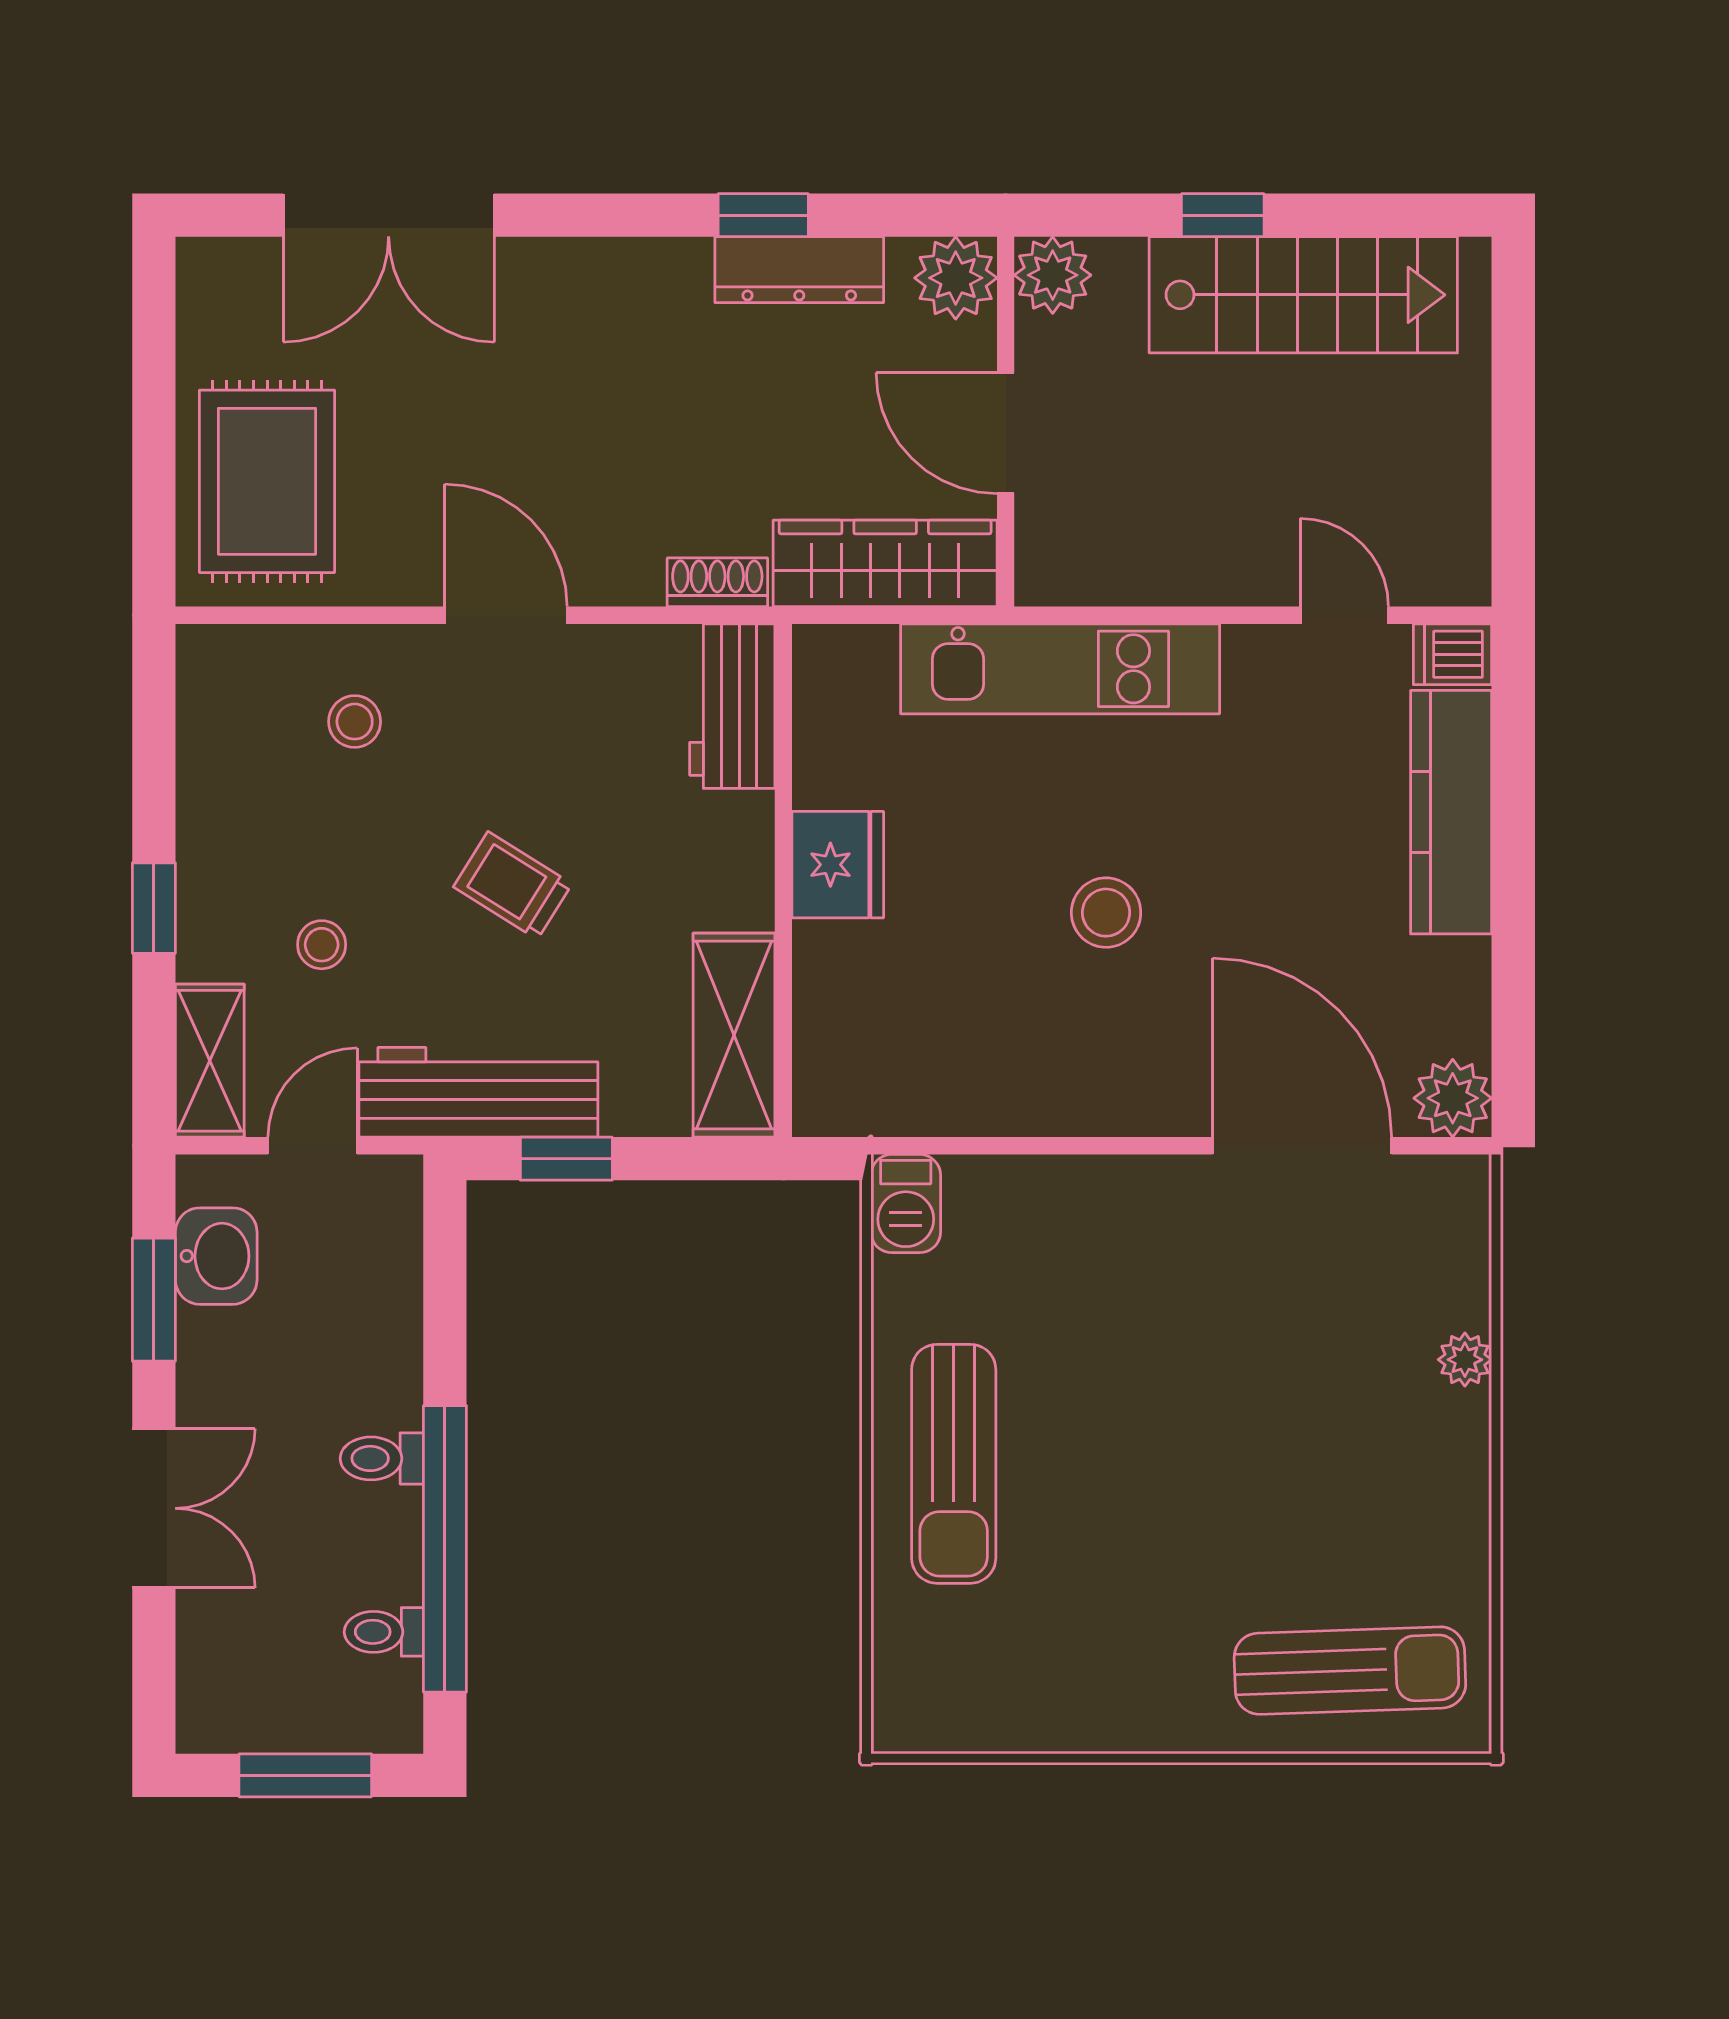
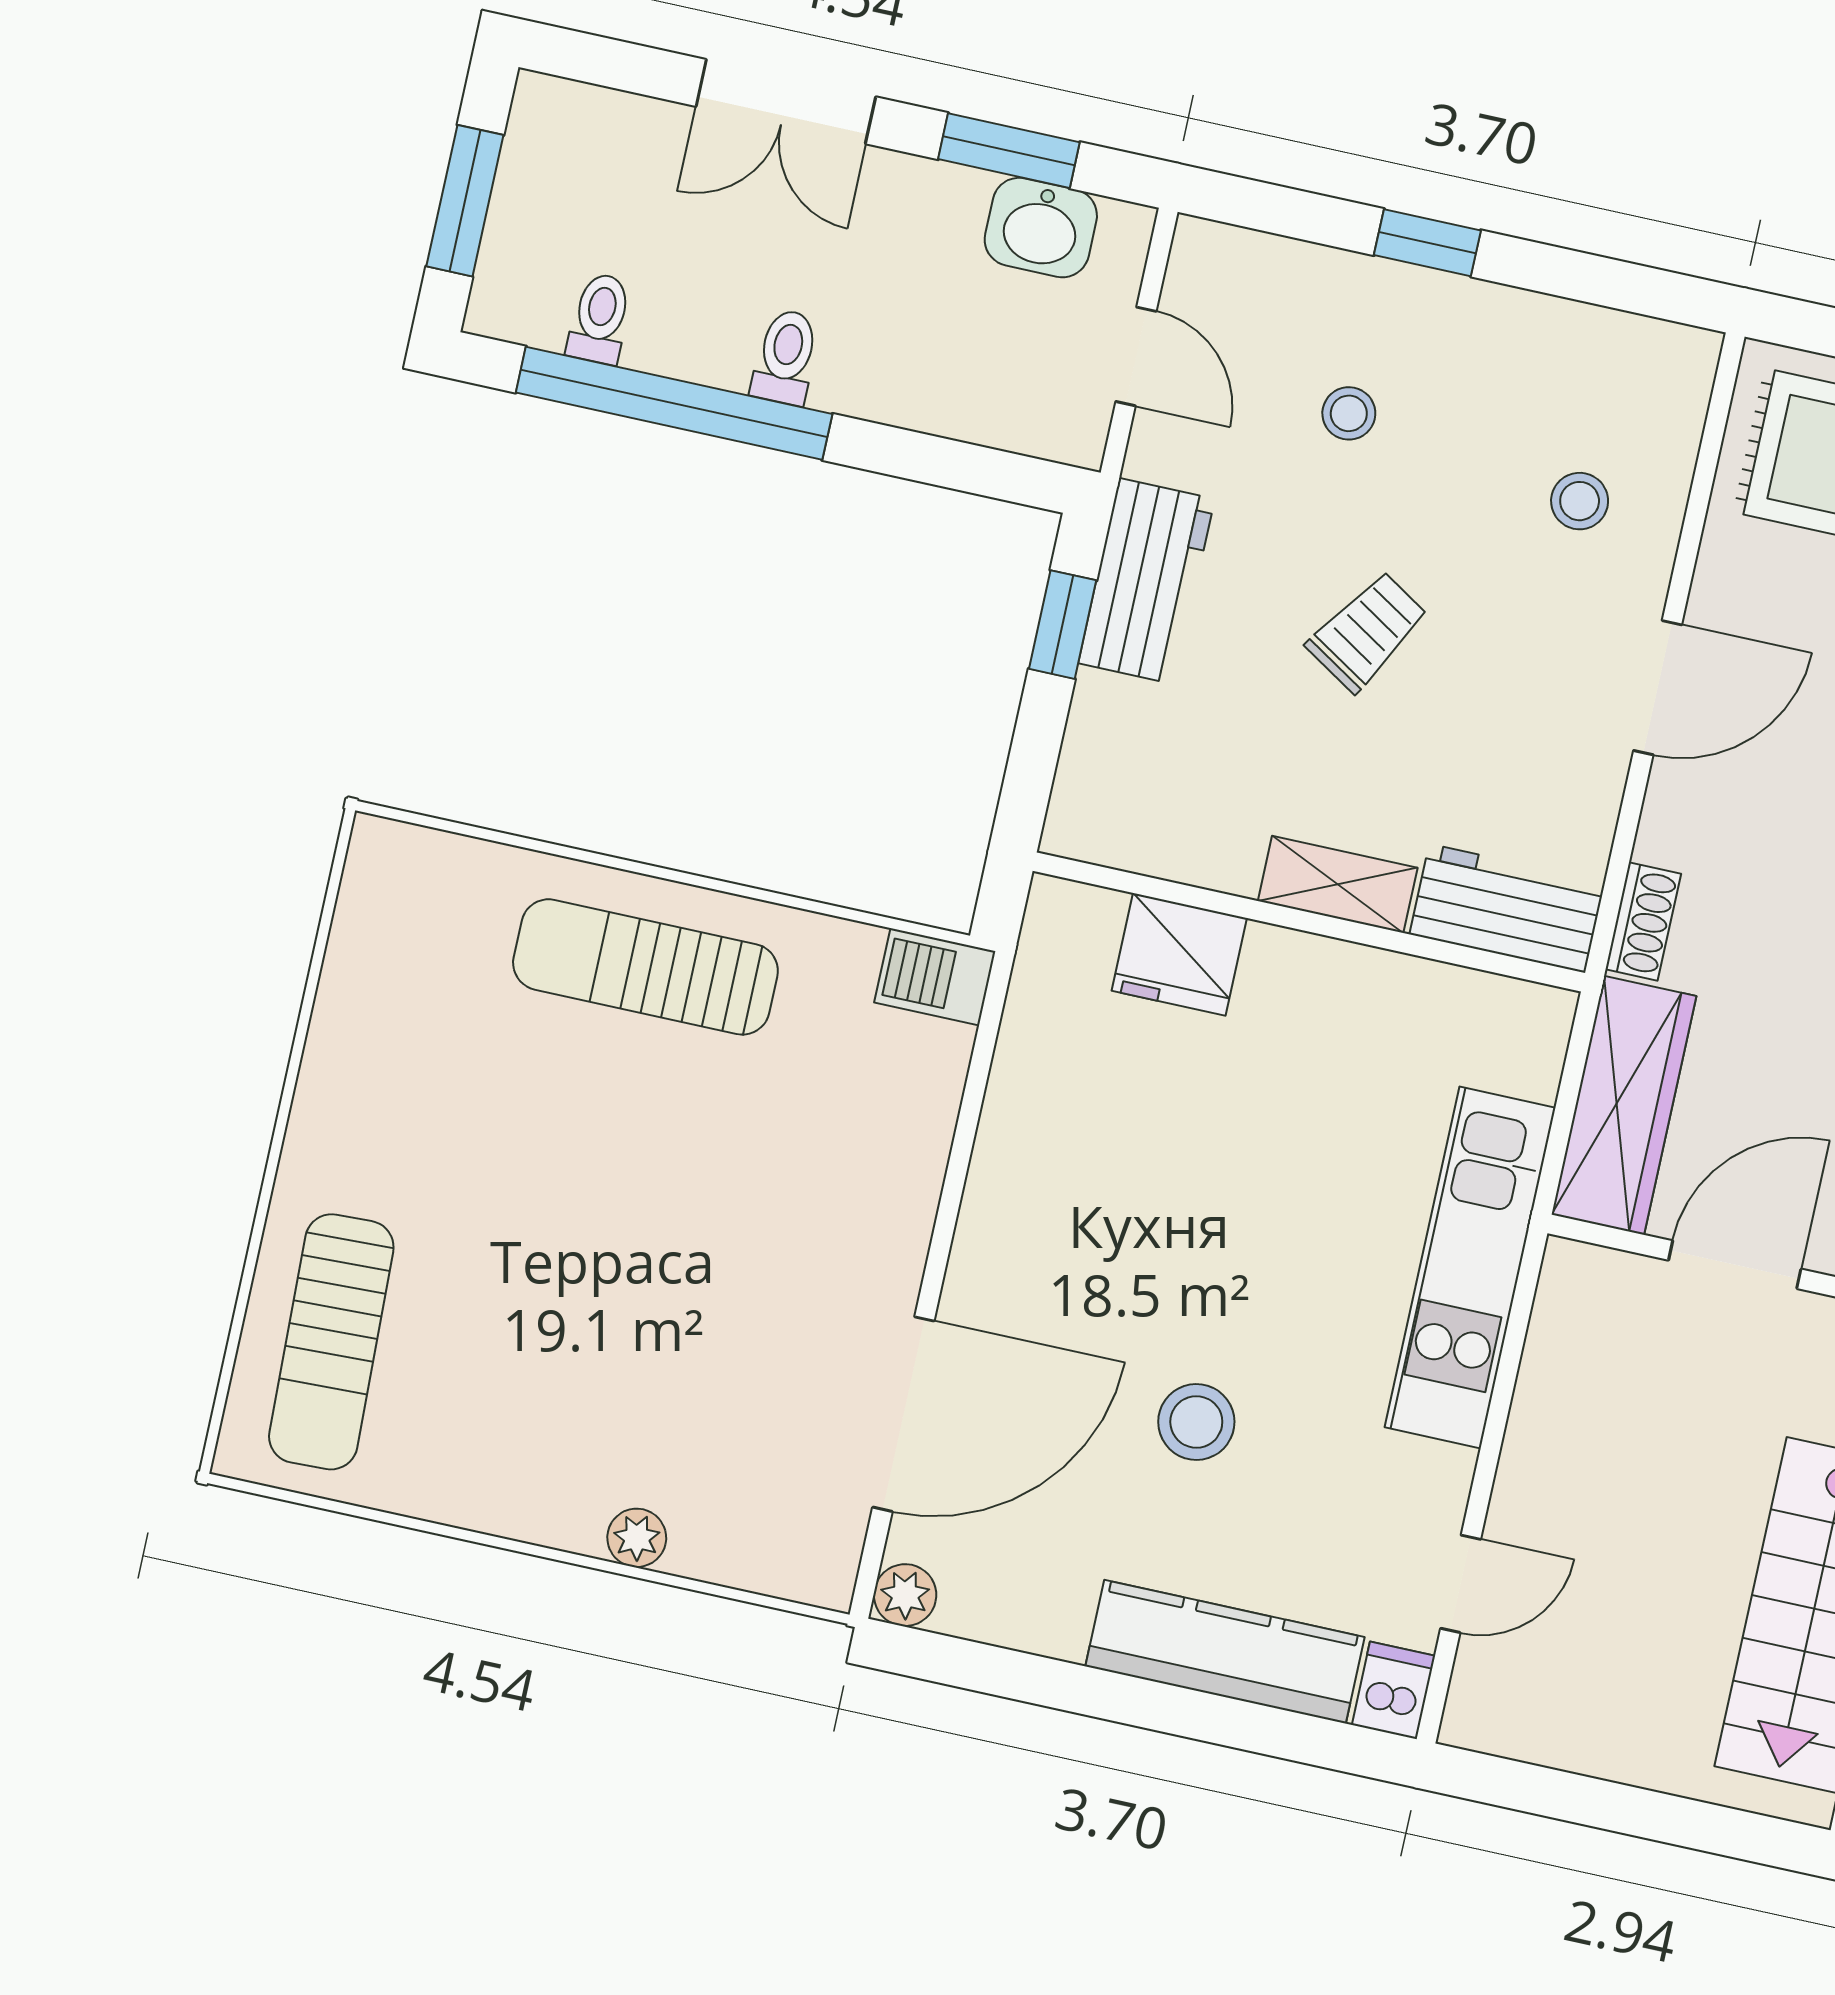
fridge: (838, 865) -> (1179, 954), moved
stool: (1106, 913) -> (1196, 1422), moved
shelving: (734, 1035) -> (1338, 884), moved, width x0.67, depth x0.75
shelving: (210, 1061) -> (1251, 267), removed
workbench: (478, 1092) -> (1147, 581), width x0.73
plant: (1453, 1098) -> (905, 1595), width x0.73, depth x0.73

